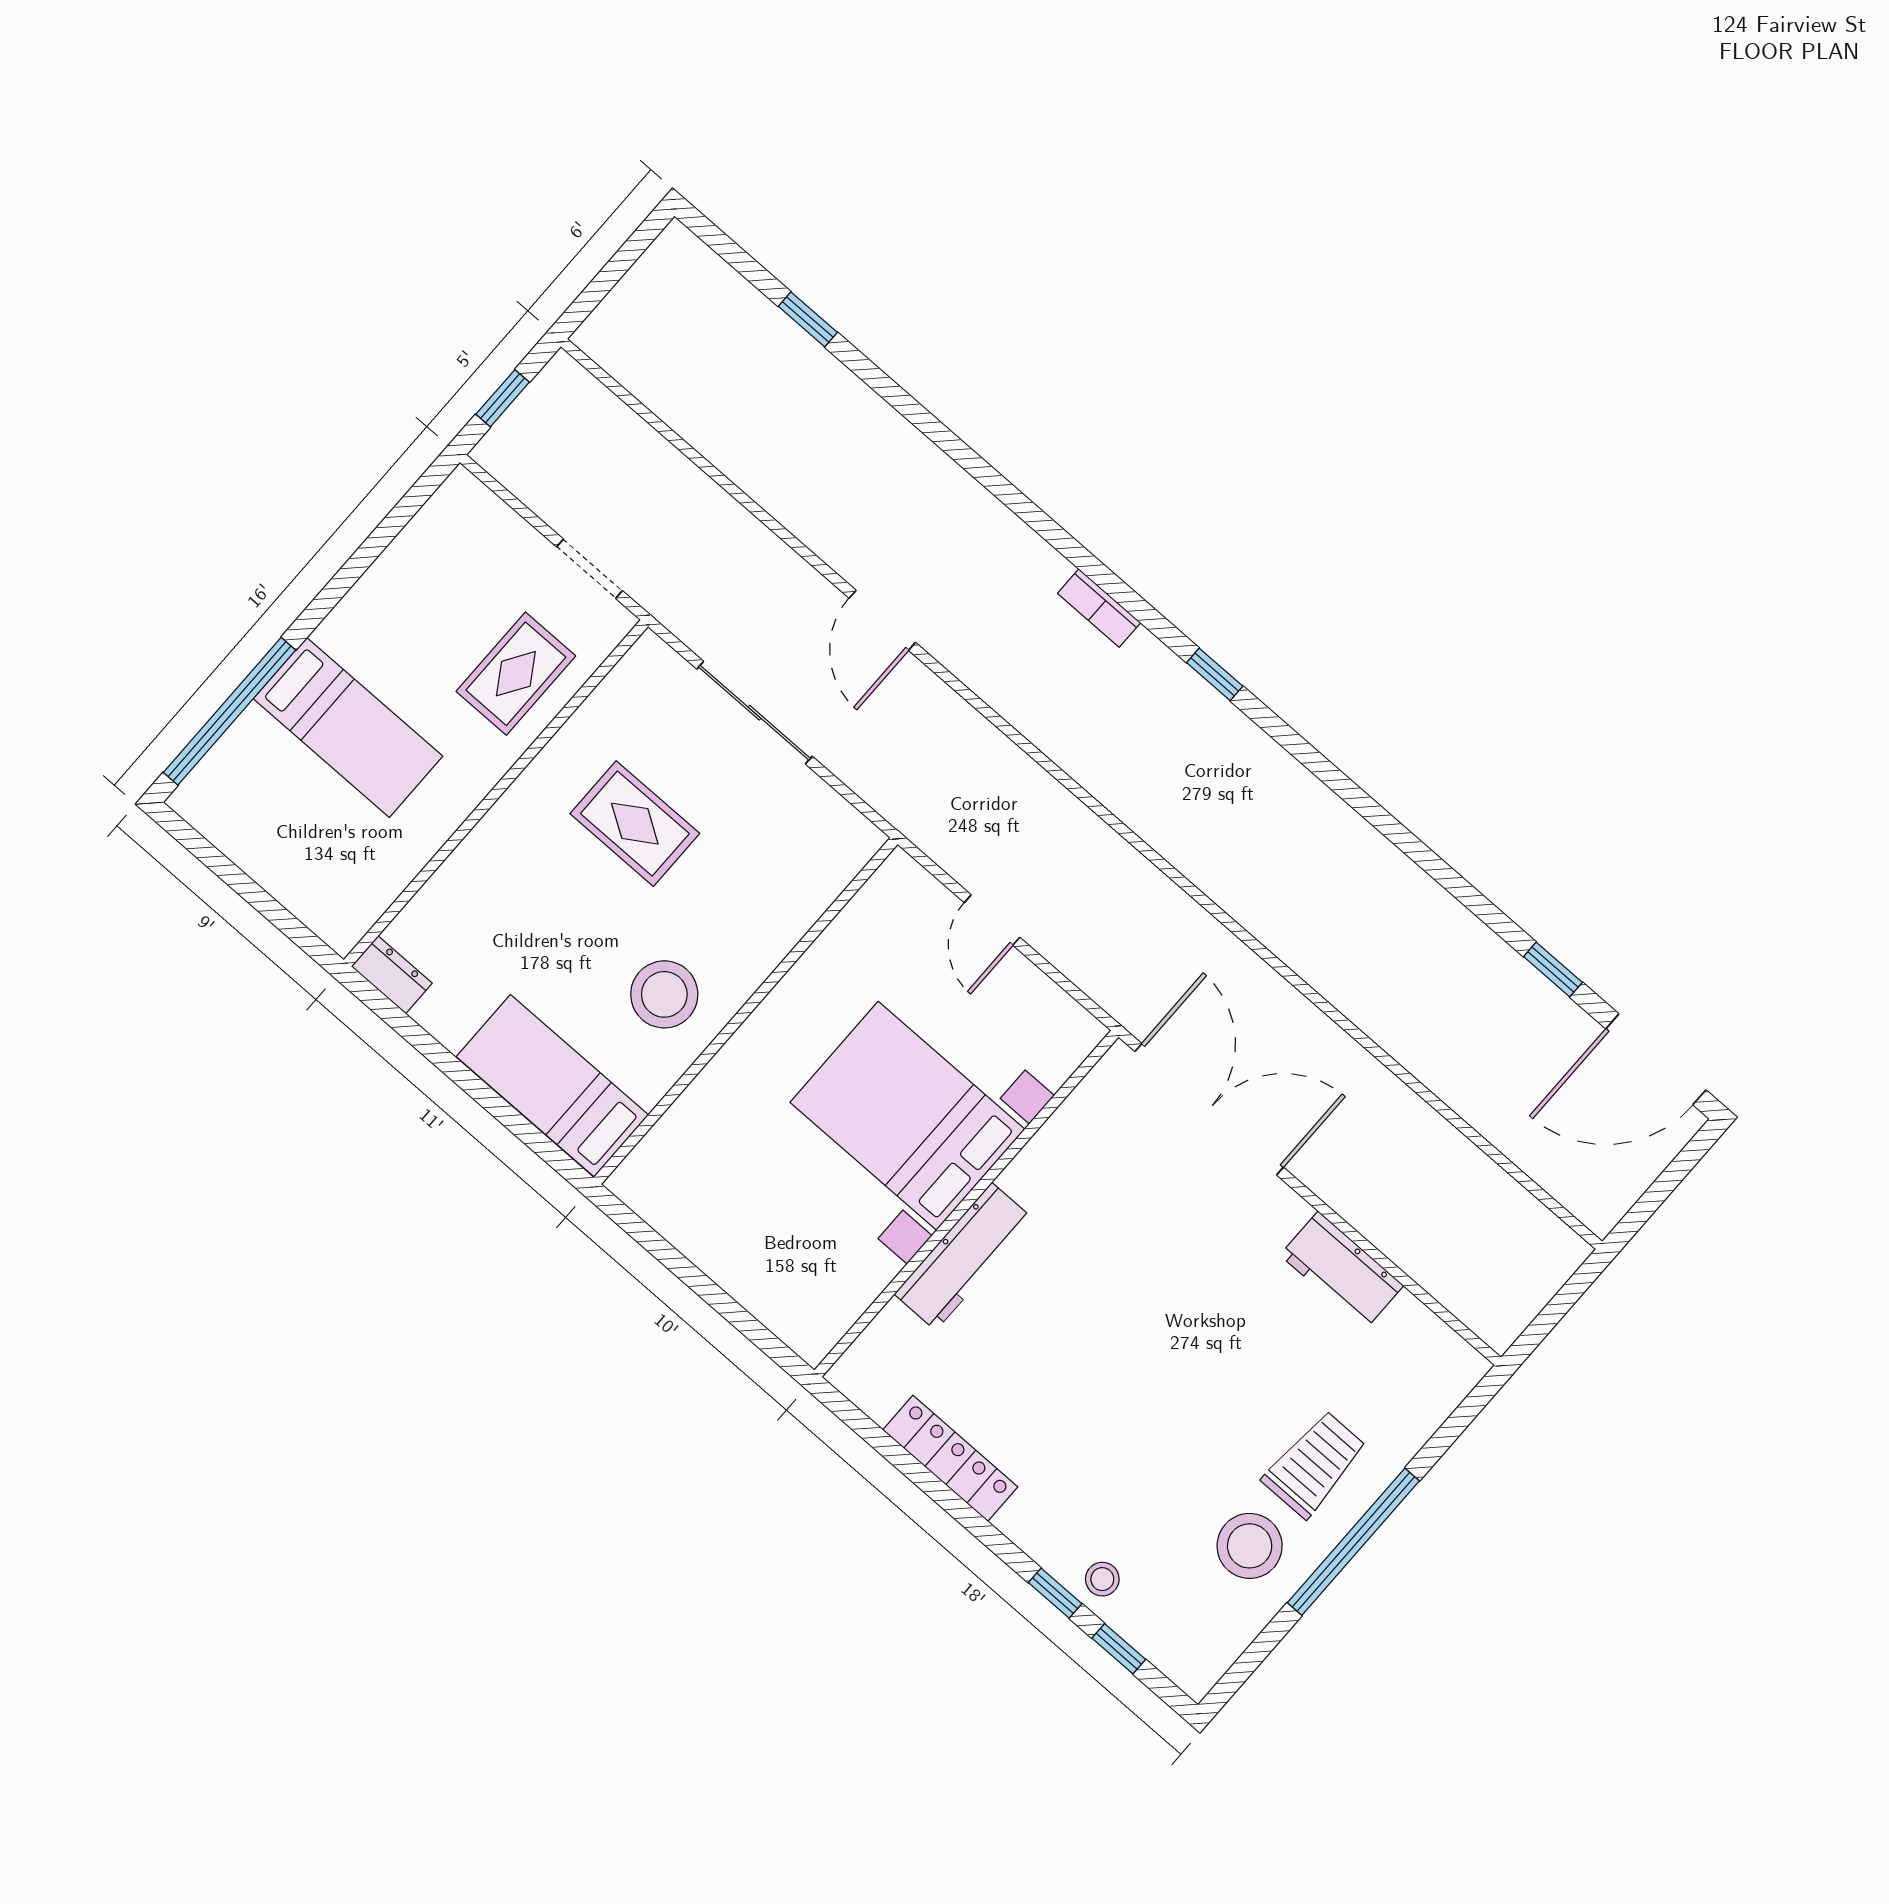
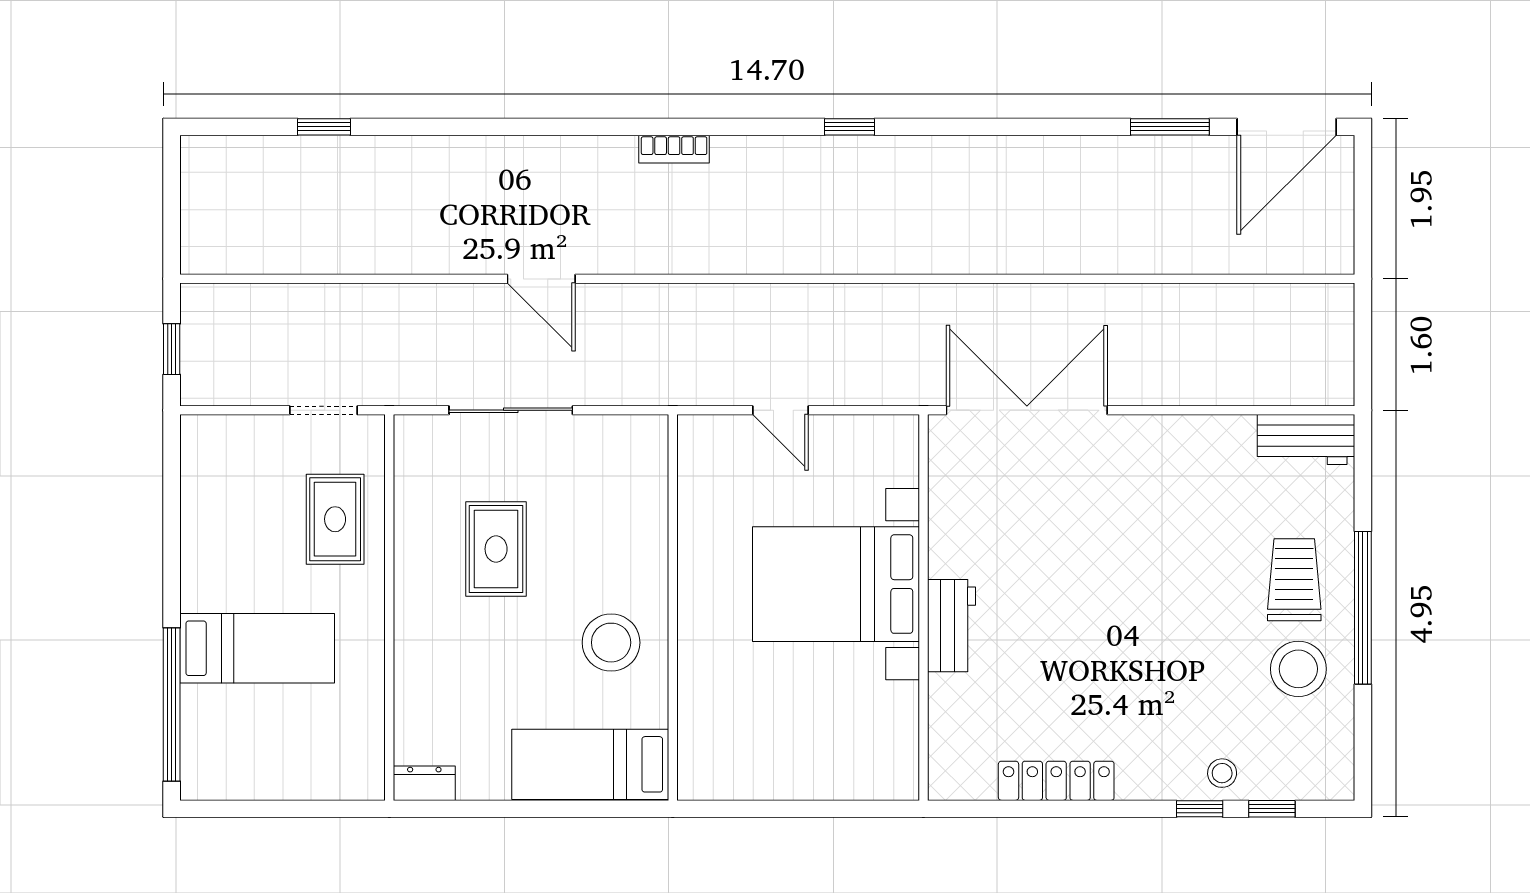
window: (1215, 674) -> (849, 127), moved
rug: (635, 824) -> (496, 549), turned 90
window: (1553, 969) -> (1170, 127), width x1.50
workbench: (964, 1256) -> (951, 626), width x0.73
workbench: (1342, 1270) -> (1306, 439), moved

